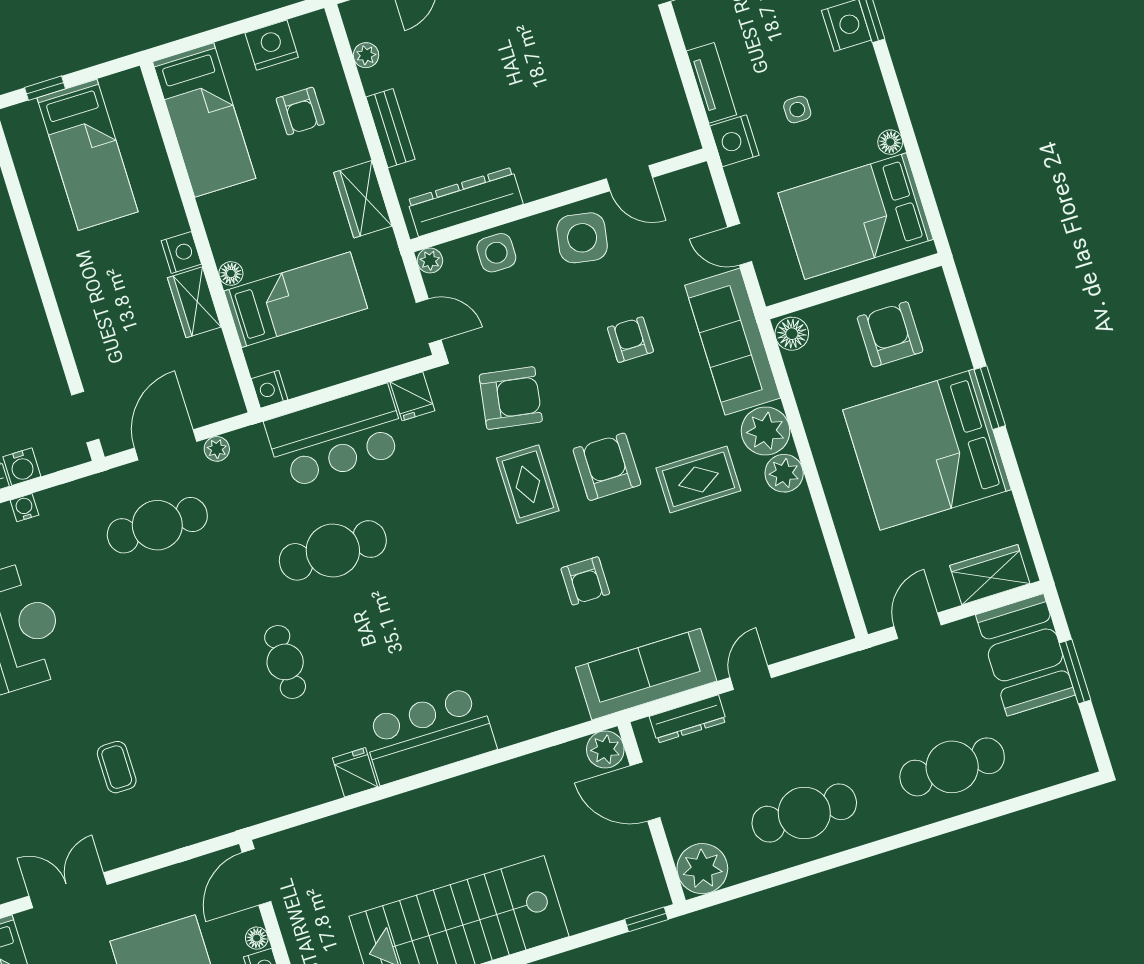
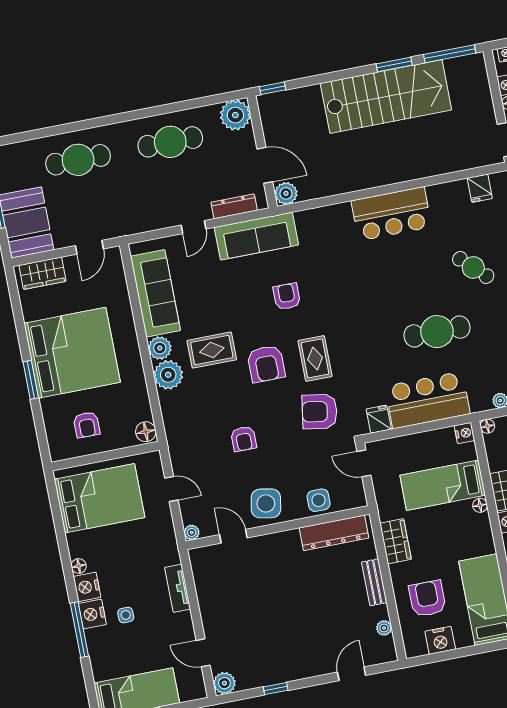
side table: (797, 110) -> (126, 615), moved
armchair: (300, 111) -> (427, 599), width x1.38, depth x1.38
nightstand: (734, 141) -> (87, 587), moved, turned 180
floor lamp: (890, 142) -> (79, 566), moved
plant: (430, 261) -> (192, 532), moved
armchair: (890, 334) -> (87, 425), width x0.72, depth x0.72
sofa: (733, 342) -> (155, 293), moved
floor lamp: (233, 404) -> (487, 426), added
cafe table: (285, 662) -> (473, 267), turned -46
fridge: (355, 772) -> (480, 188), moved

